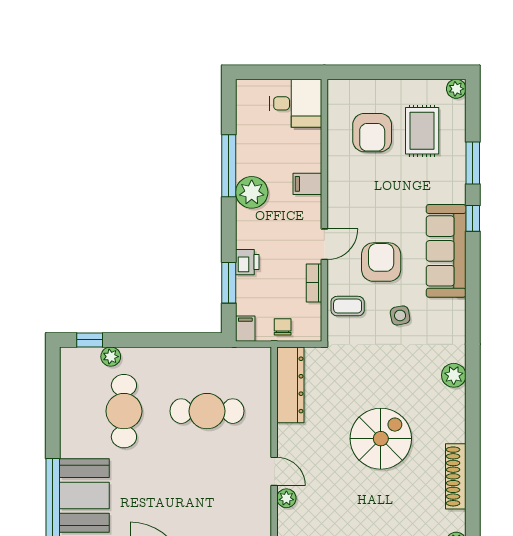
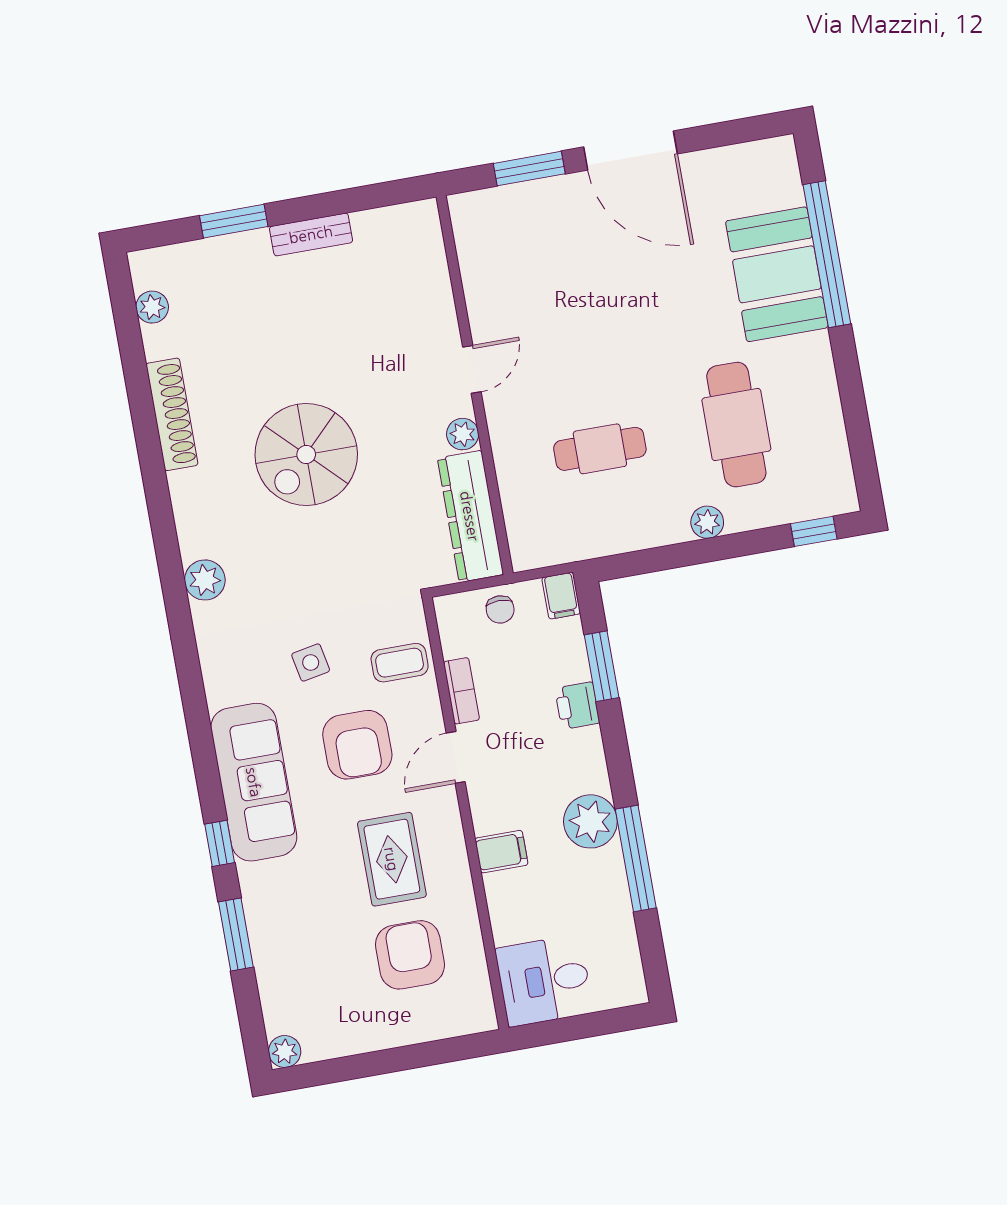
rug: (422, 131) -> (392, 859), moved
plant: (111, 357) -> (707, 522), moved
cafe table: (207, 411) -> (600, 449), width x0.73, depth x0.74
door: (274, 471) -> (472, 369), swing flipped
plant: (286, 498) -> (463, 434), moved

